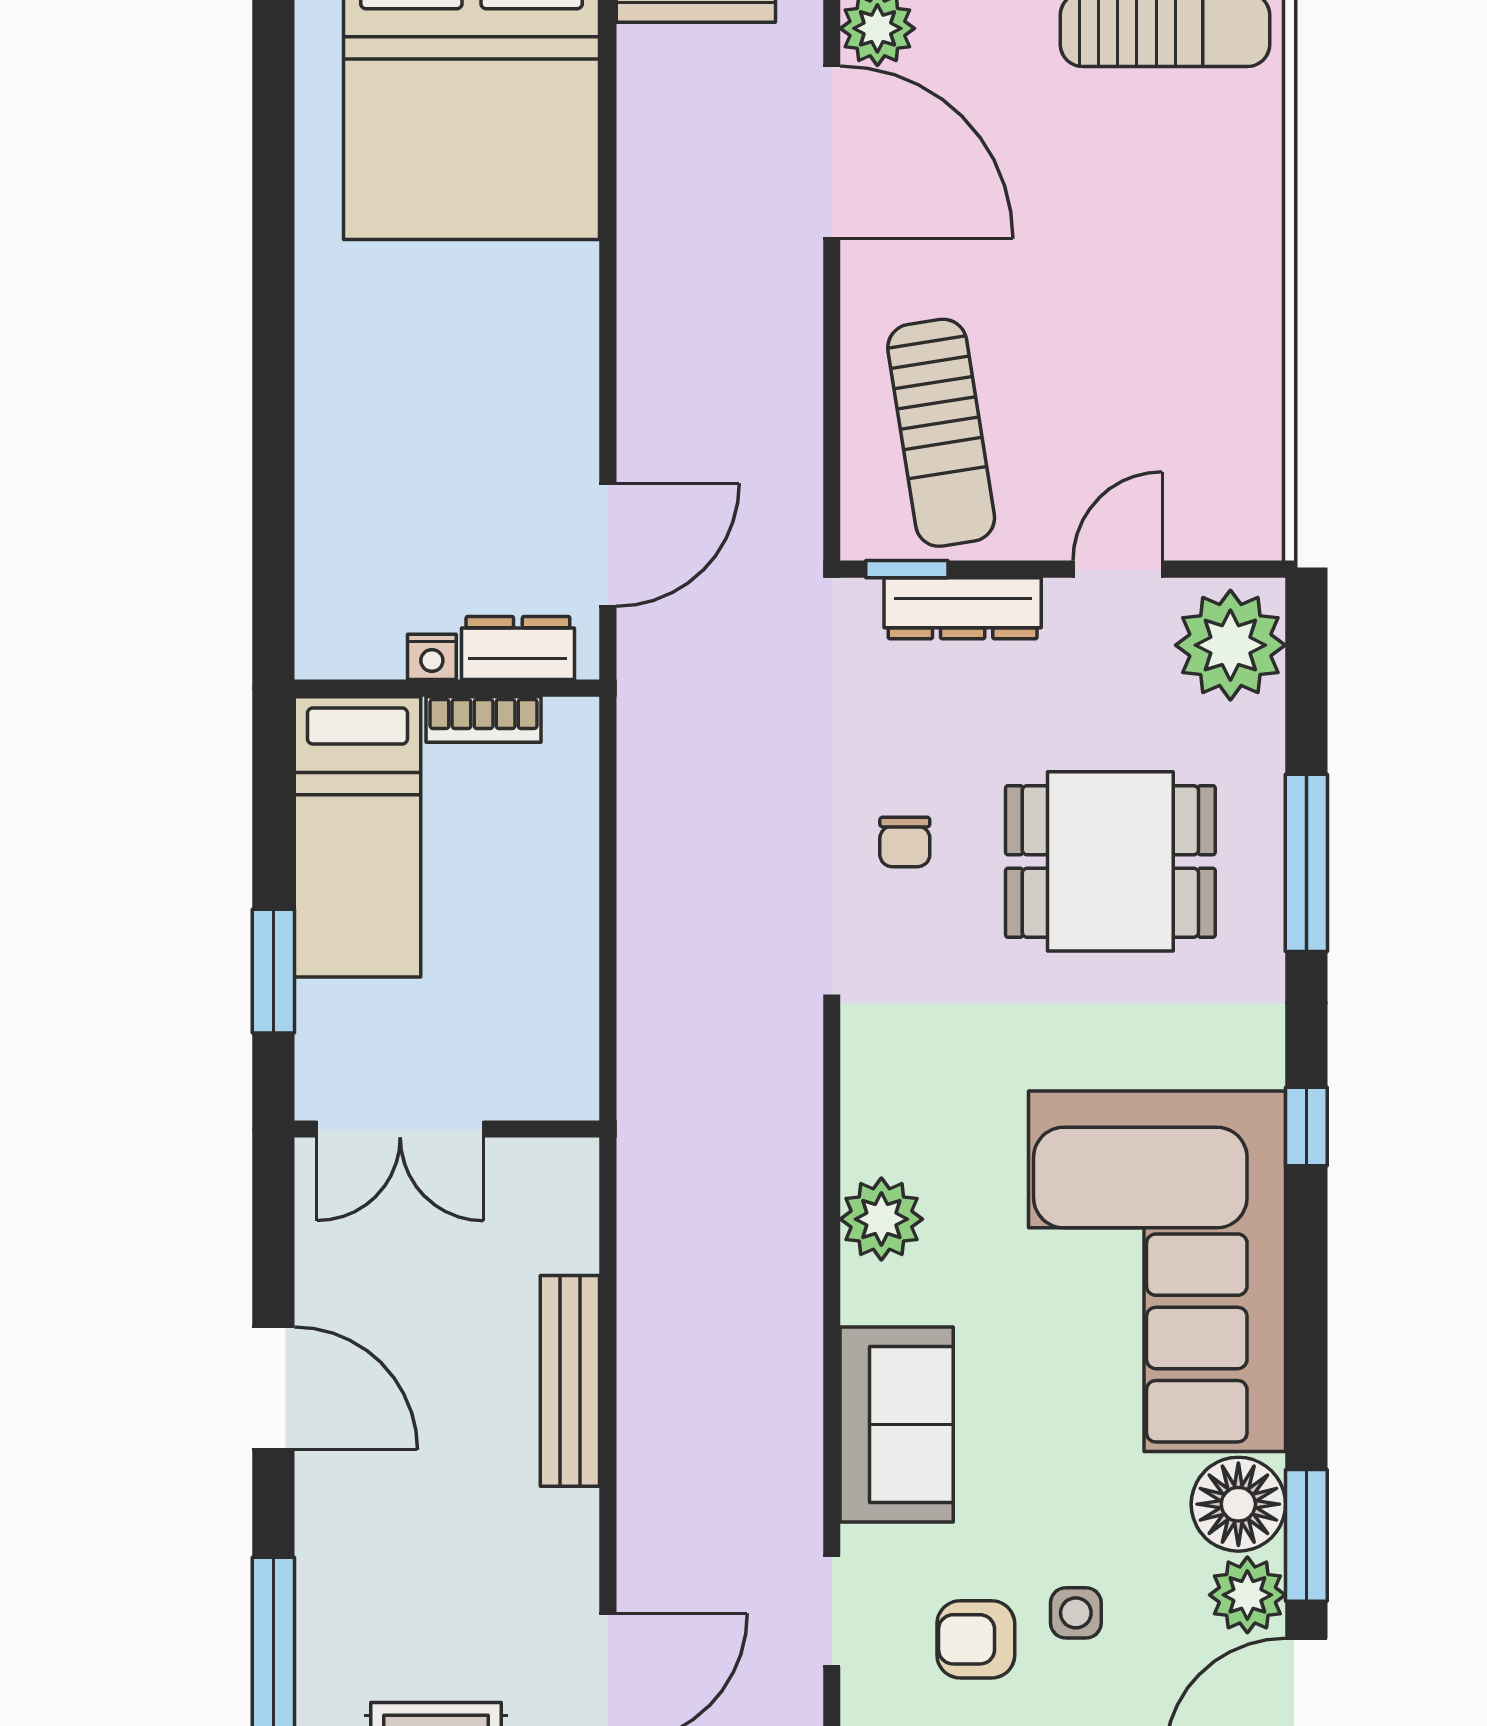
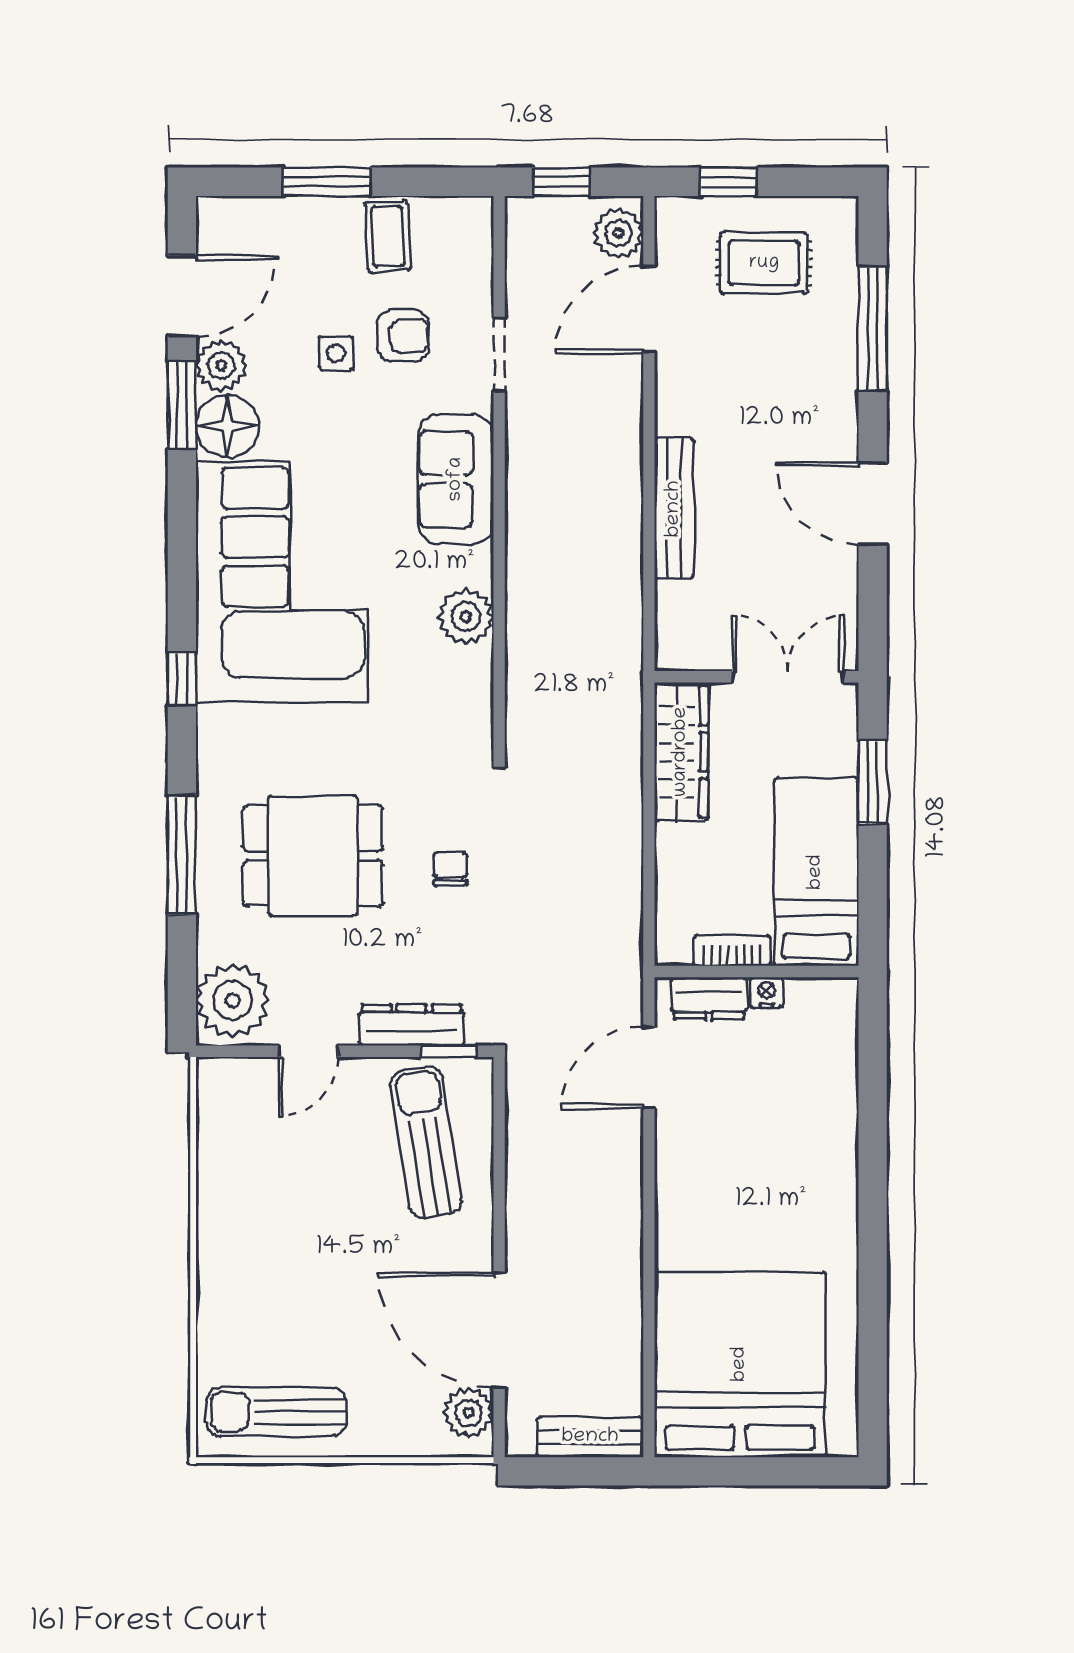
wardrobe: (559, 1017) -> (681, 752), added

